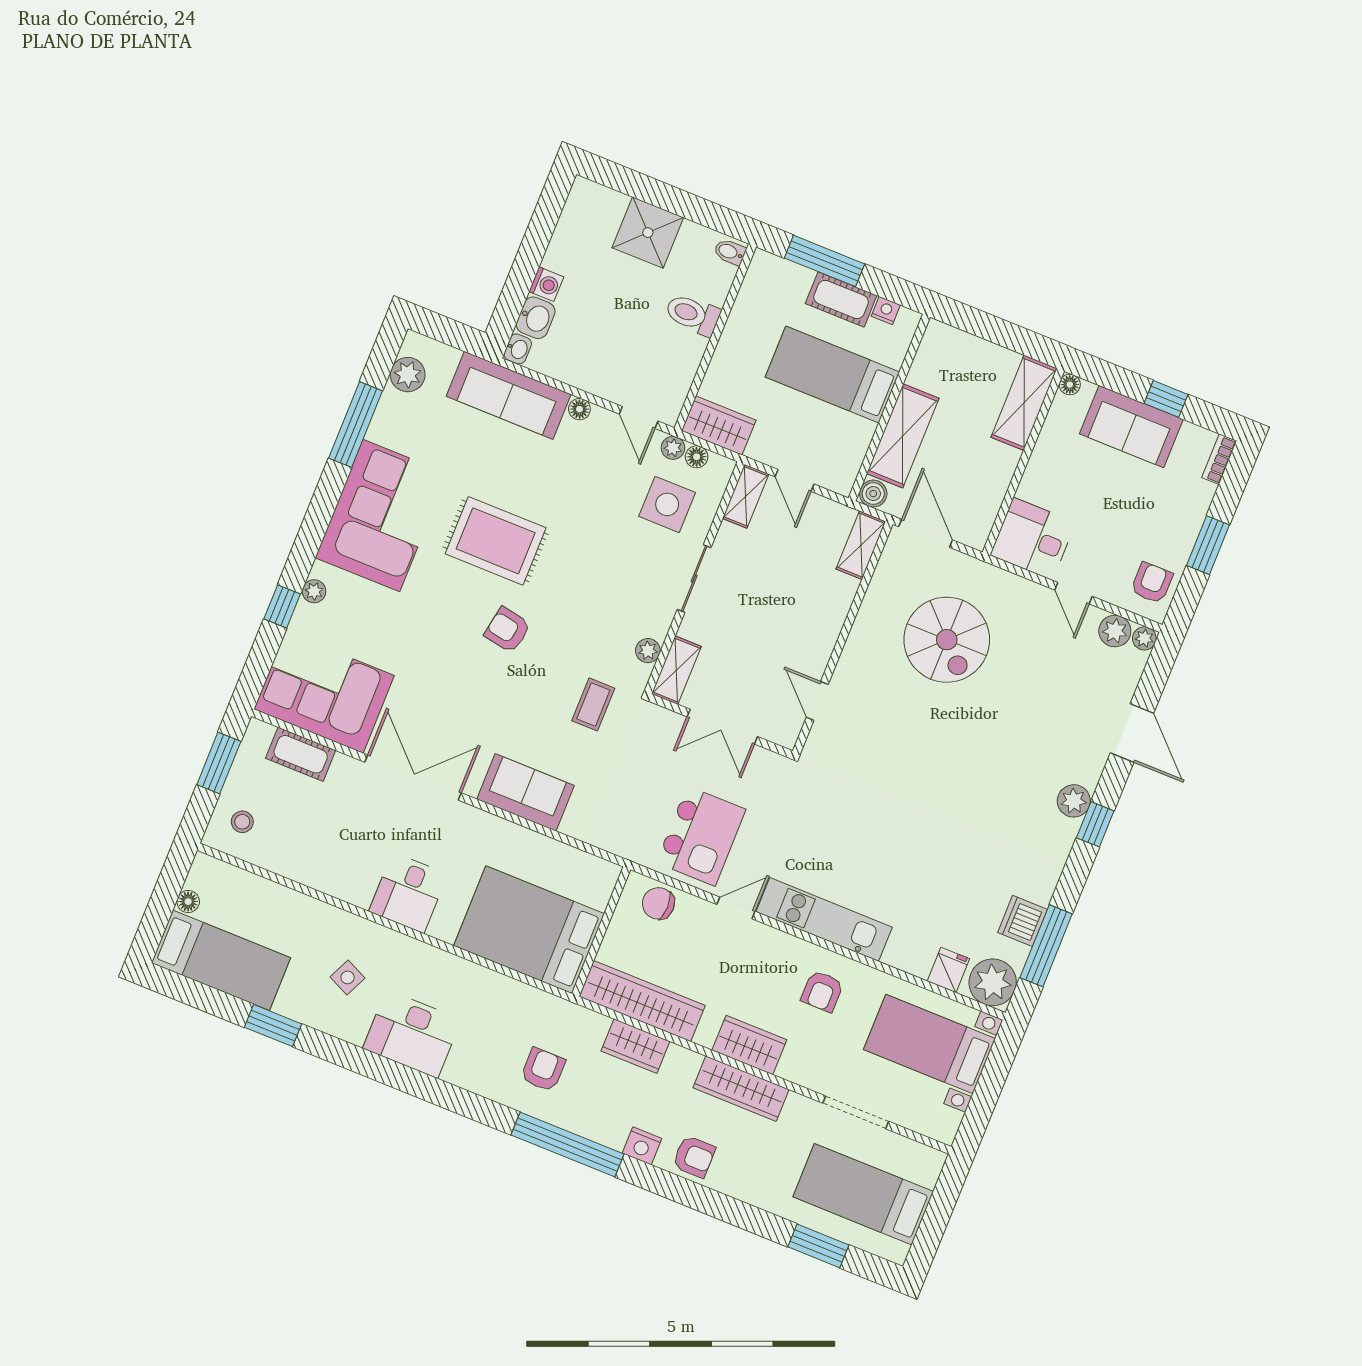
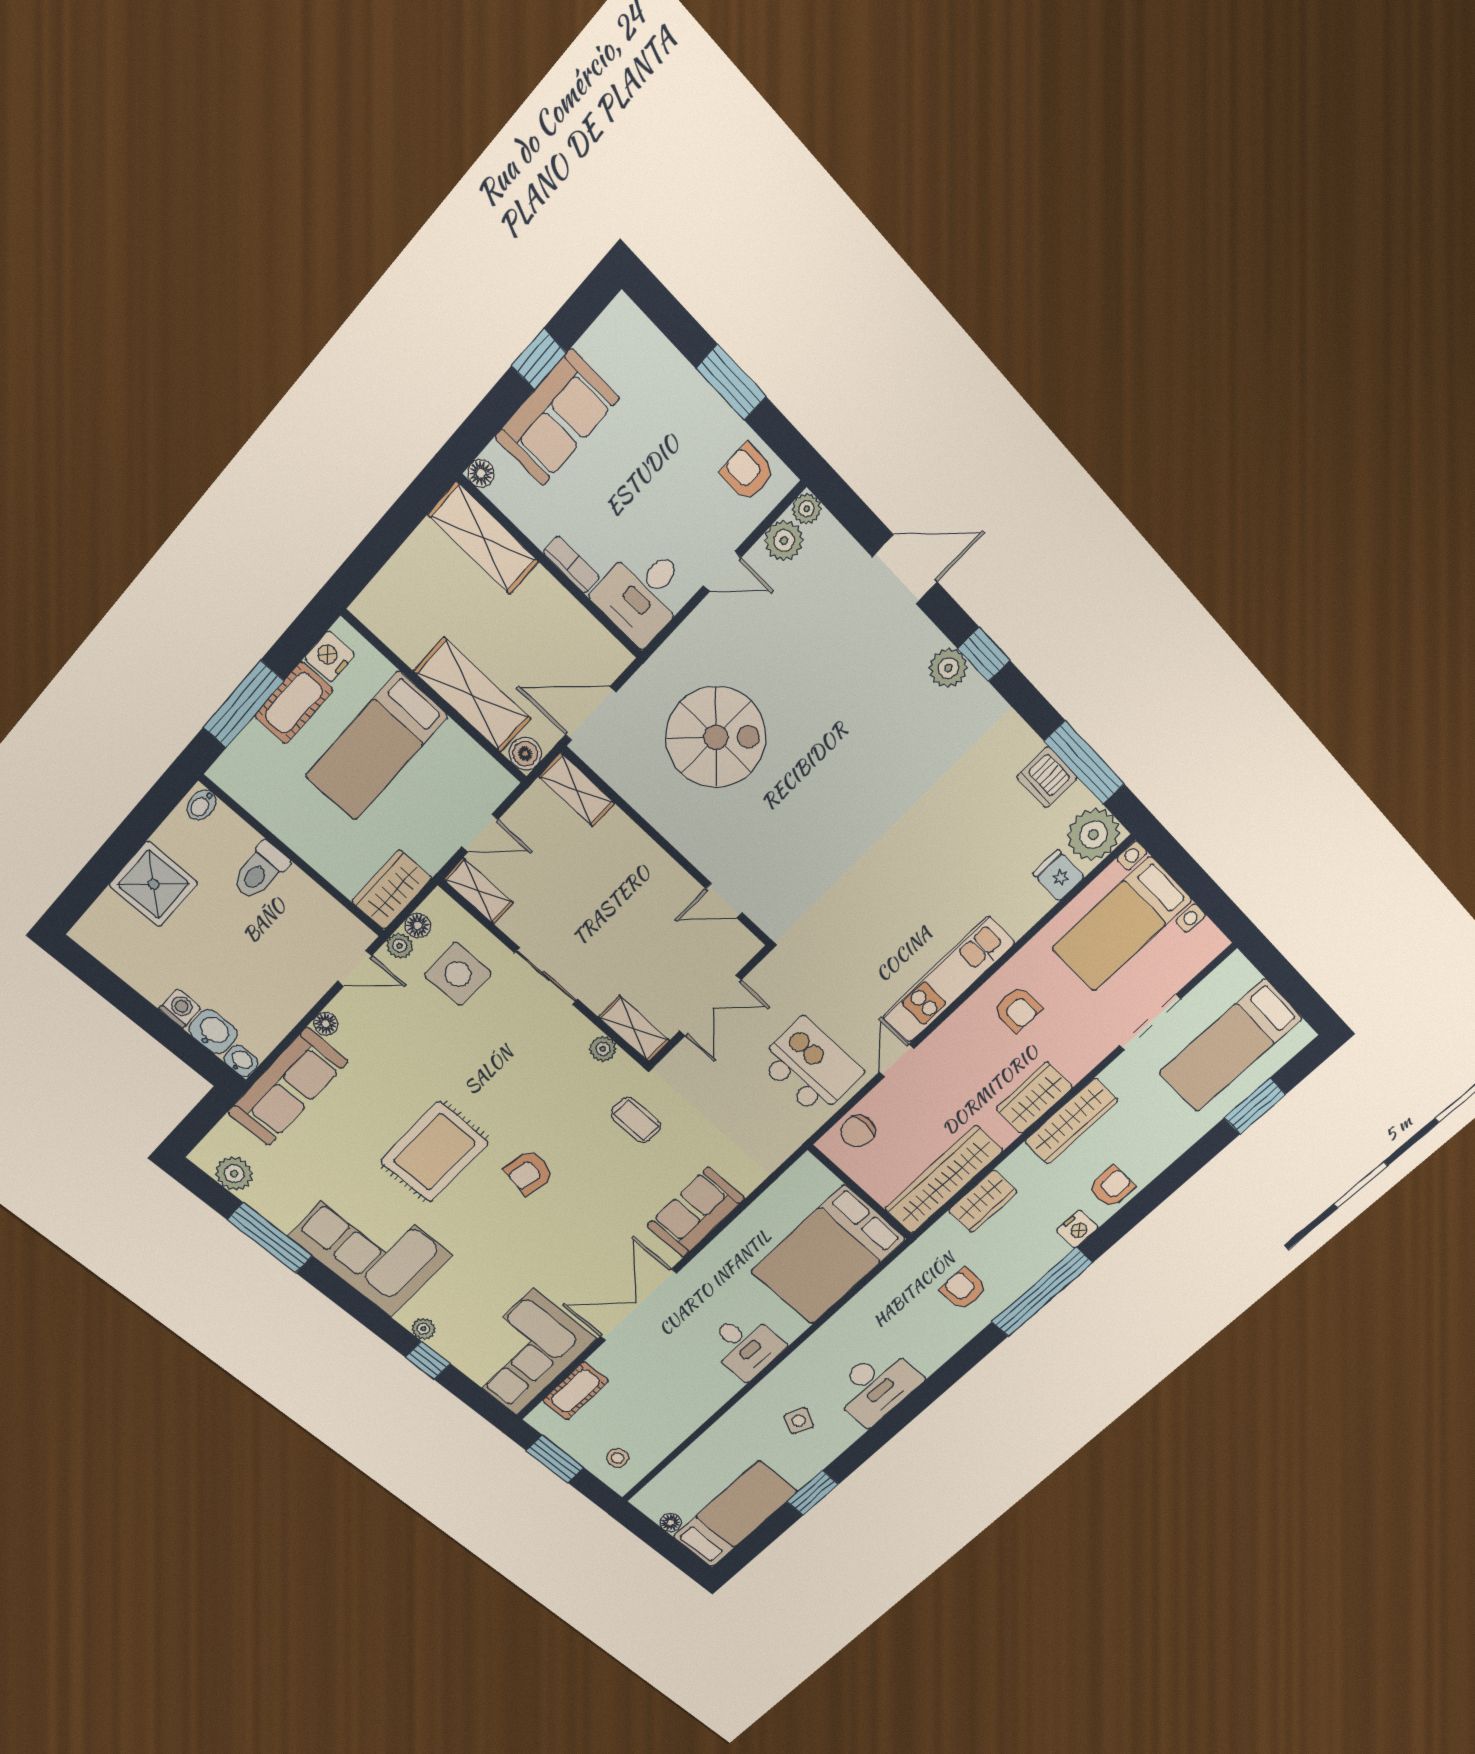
nightstand: (886, 311) -> (330, 656), width x1.39, depth x1.35
bookcase: (1219, 459) -> (571, 565), moved, turned 180

